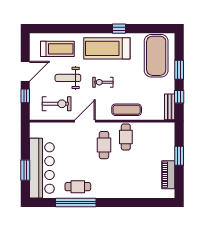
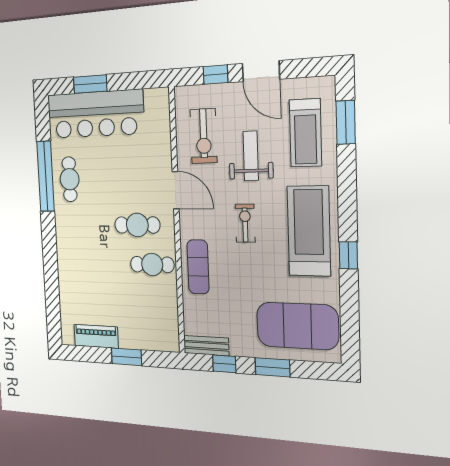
window: (53, 29) -> (346, 122), added

